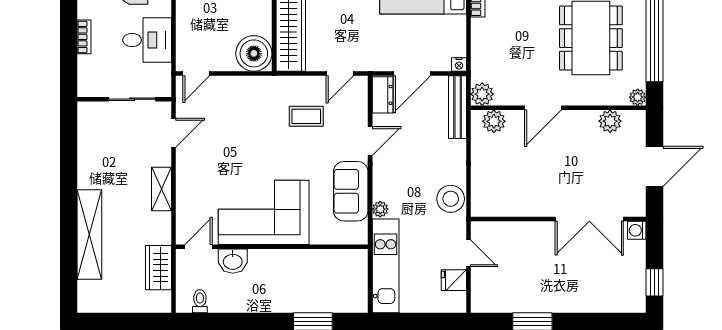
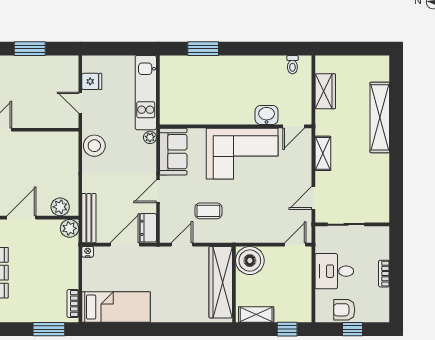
corner sofa: (264, 212) -> (242, 154), moved
door: (198, 247) -> (294, 126), moved
wall: (272, 247) -> (236, 126), moved
washbasin: (233, 261) -> (267, 115), moved

